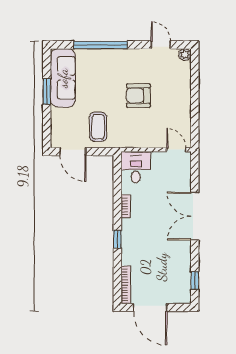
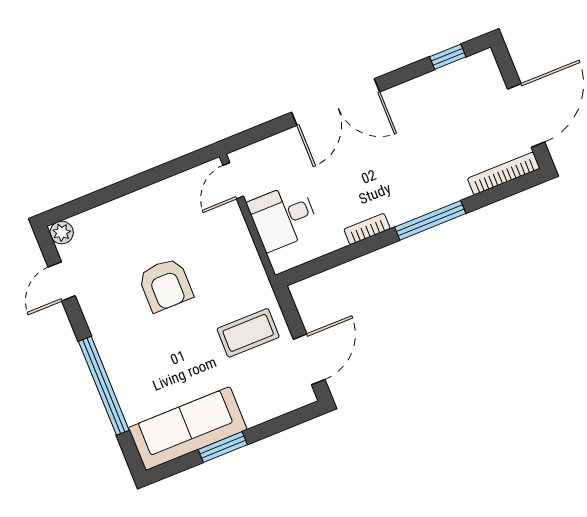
desk: (136, 167) -> (283, 217), moved
window: (117, 239) -> (430, 220), width x2.17

